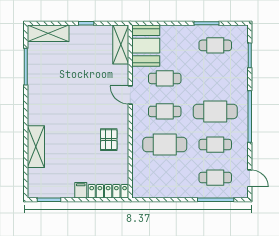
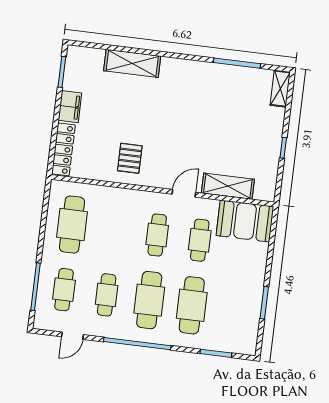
shelving: (48, 33) -> (280, 89), width x0.67, depth x0.75
shelving: (121, 45) -> (228, 186), moved
cafe table: (215, 45) -> (192, 305), moved, width x1.37, depth x1.35
pallet: (109, 140) -> (130, 158), turned 90
cafe table: (165, 145) -> (72, 225), moved
door: (250, 178) -> (73, 336), moved
filing cabinet: (81, 190) -> (70, 107), width x2.00

